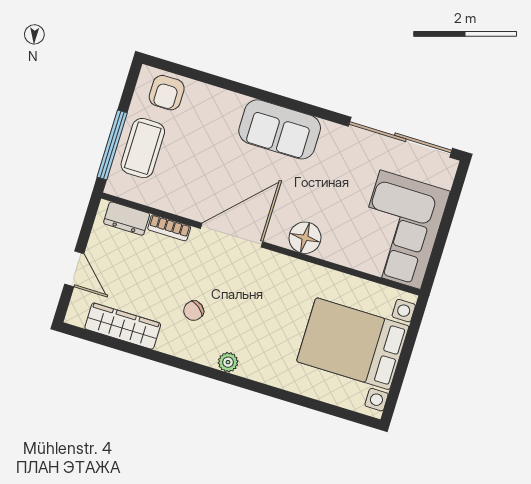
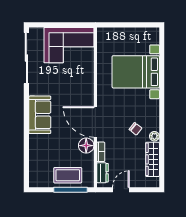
armchair: (167, 93) -> (39, 172), removed
floor lamp: (305, 238) -> (86, 146), moved
door: (74, 269) -> (121, 190), moved
bed with nightstands: (353, 344) -> (136, 72), moved, turned 90
plant: (228, 362) -> (154, 136), moved

